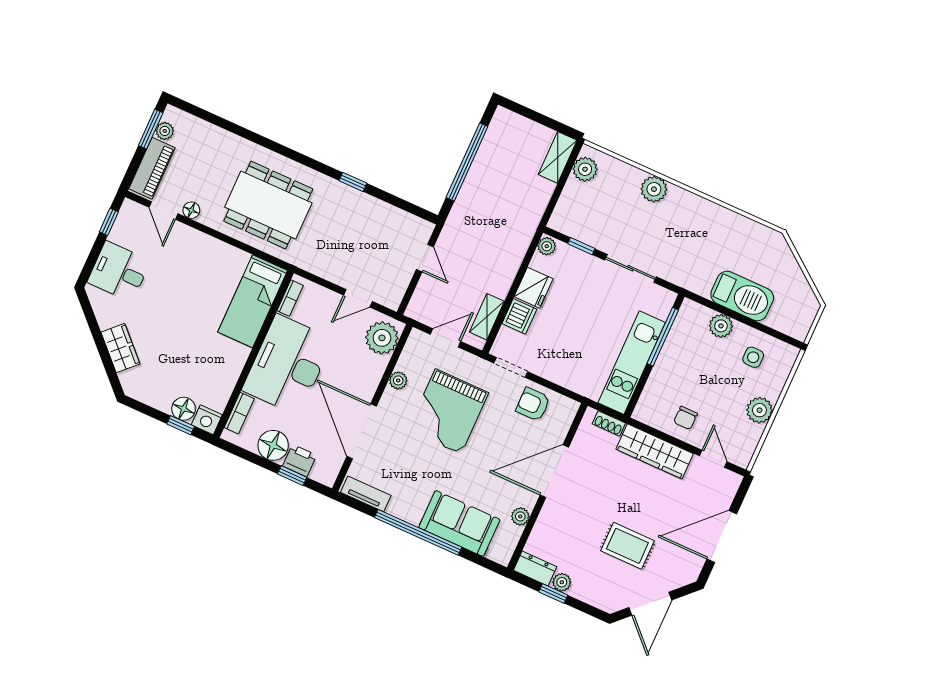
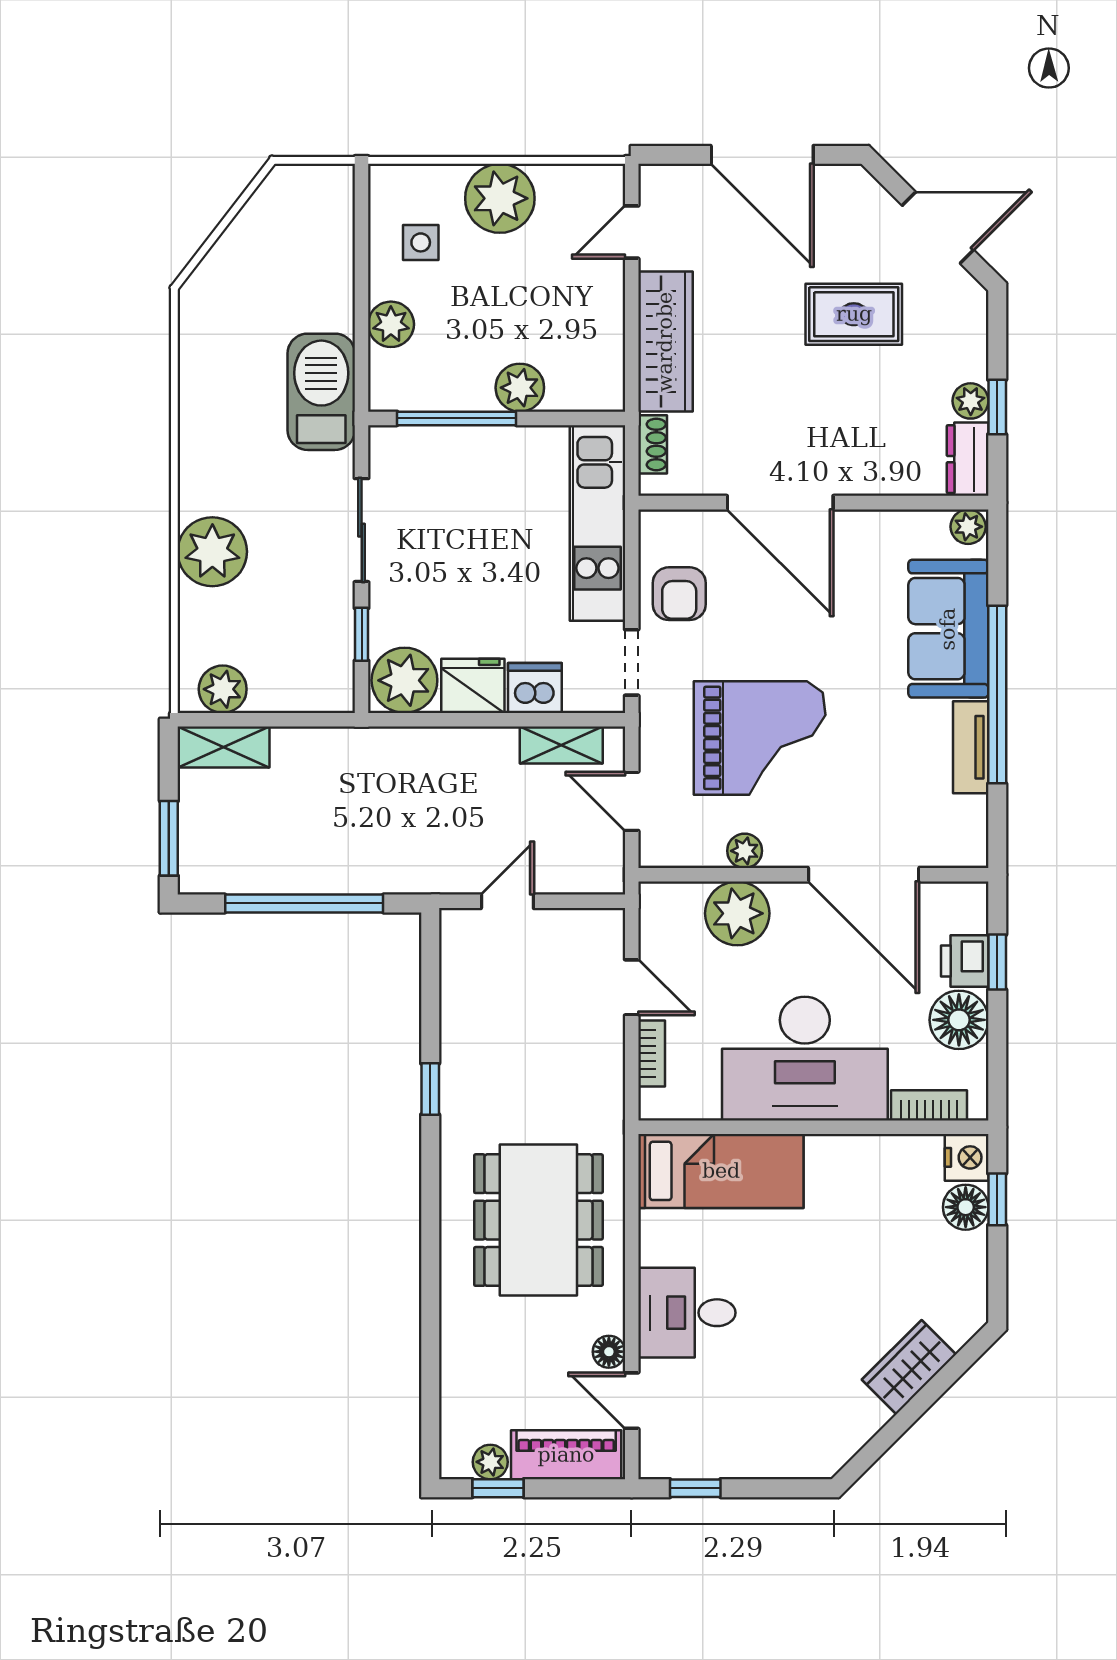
window: (526, 112) -> (169, 838), added
window: (151, 129) -> (498, 1488), width x0.67
plant: (654, 189) -> (212, 552), width x1.36, depth x1.36
door: (163, 211) -> (632, 1401), swing flipped
plant: (547, 246) -> (404, 680), width x1.87, depth x1.87
desk: (119, 271) -> (687, 1313), moved, turned 90
barbecue: (742, 296) -> (321, 392), moved
bookcase: (290, 298) -> (652, 1053), moved, turned 90
plant: (382, 338) -> (737, 913), moved
kitchen unit: (632, 363) -> (597, 523), moved, turned 90
plant: (664, 373) -> (520, 388), added
plant: (759, 410) -> (500, 198), width x1.36, depth x1.36
chair: (686, 418) -> (582, 314), removed
door: (362, 431) -> (864, 875), hinge flipped
tv unit: (366, 494) -> (971, 747), moved
plant: (520, 516) -> (968, 527), moved
rug: (627, 546) -> (854, 314), turned 90

